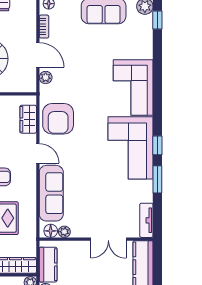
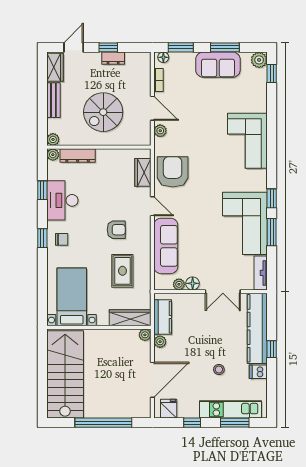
armchair: (58, 119) -> (173, 172), turned 180
corner sofa: (131, 148) -> (245, 223), moved
floor lamp: (51, 231) -> (193, 283), moved

